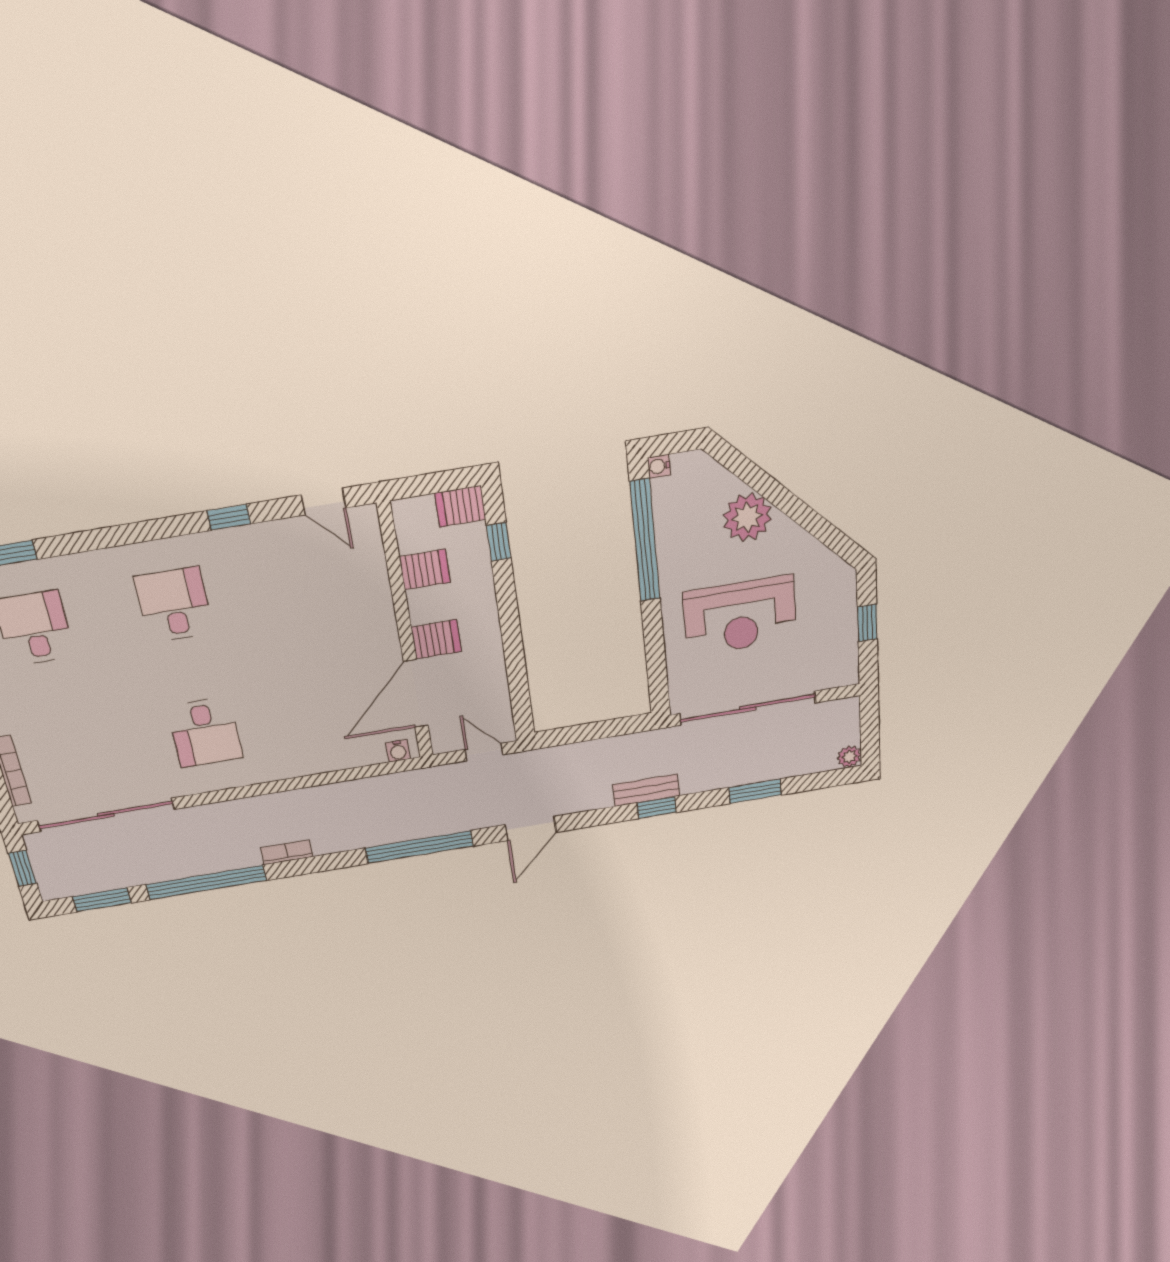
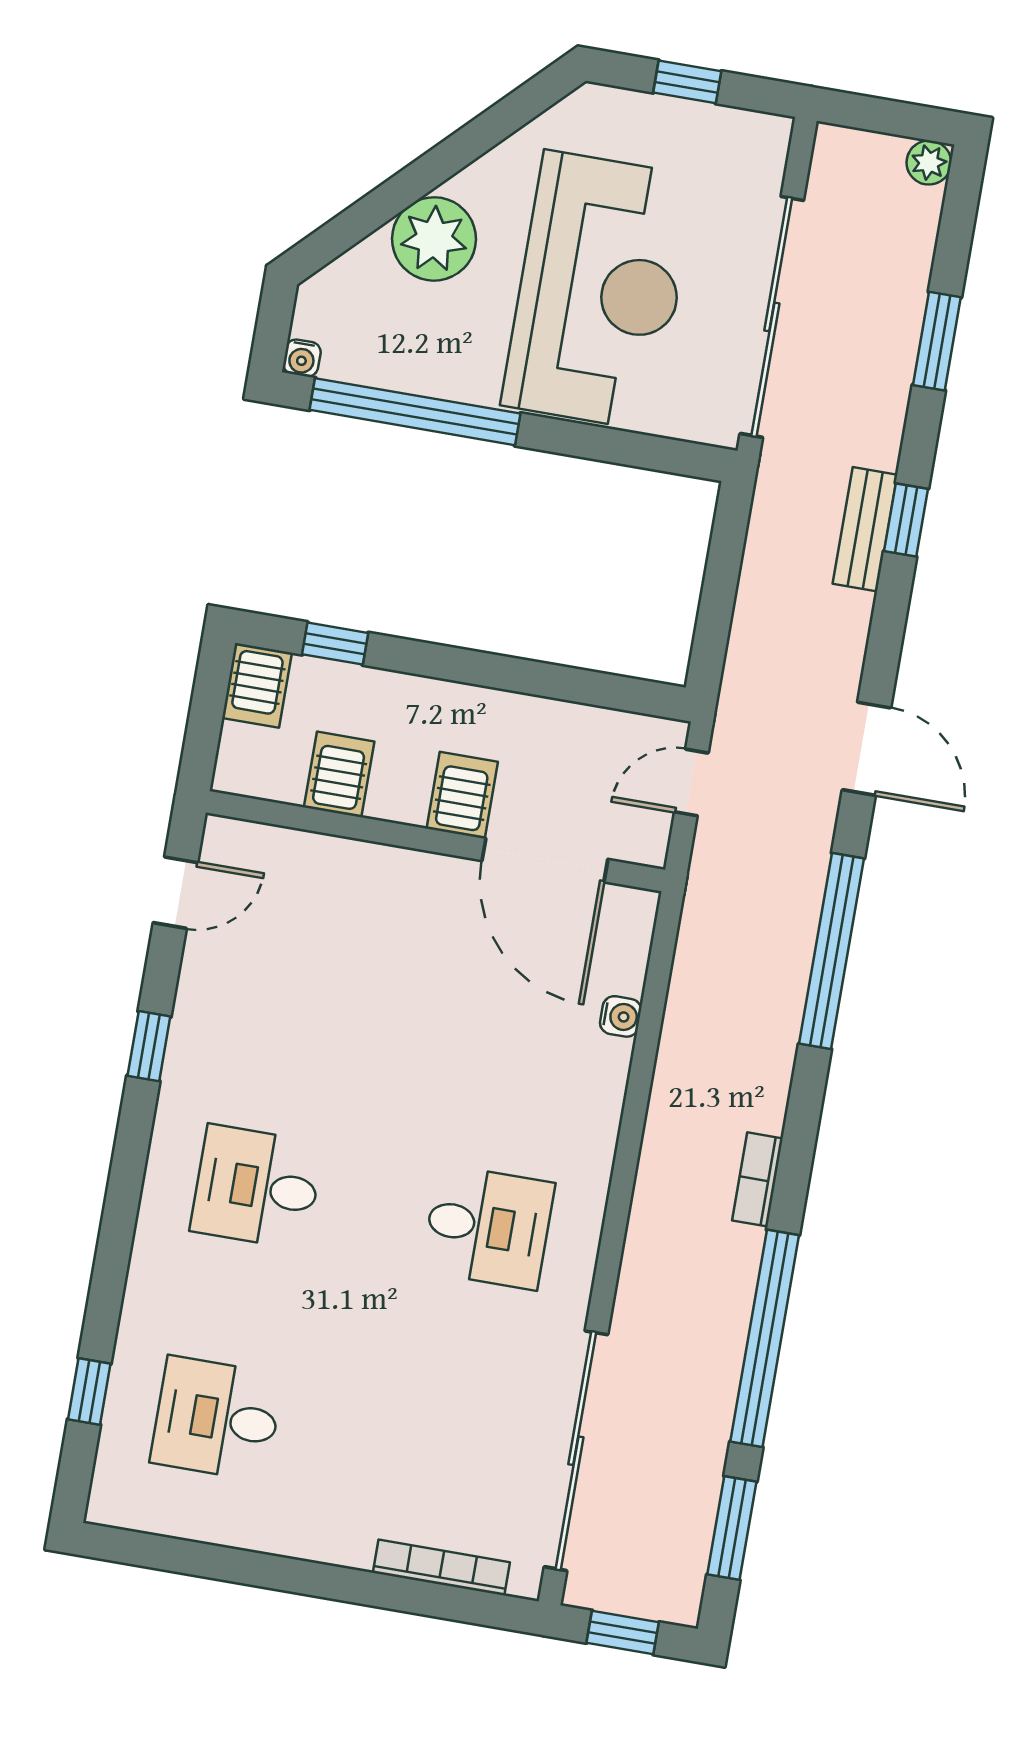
reception desk: (740, 616) -> (599, 291), width x1.36, depth x1.30
water cooler: (398, 751) -> (621, 1016), moved

